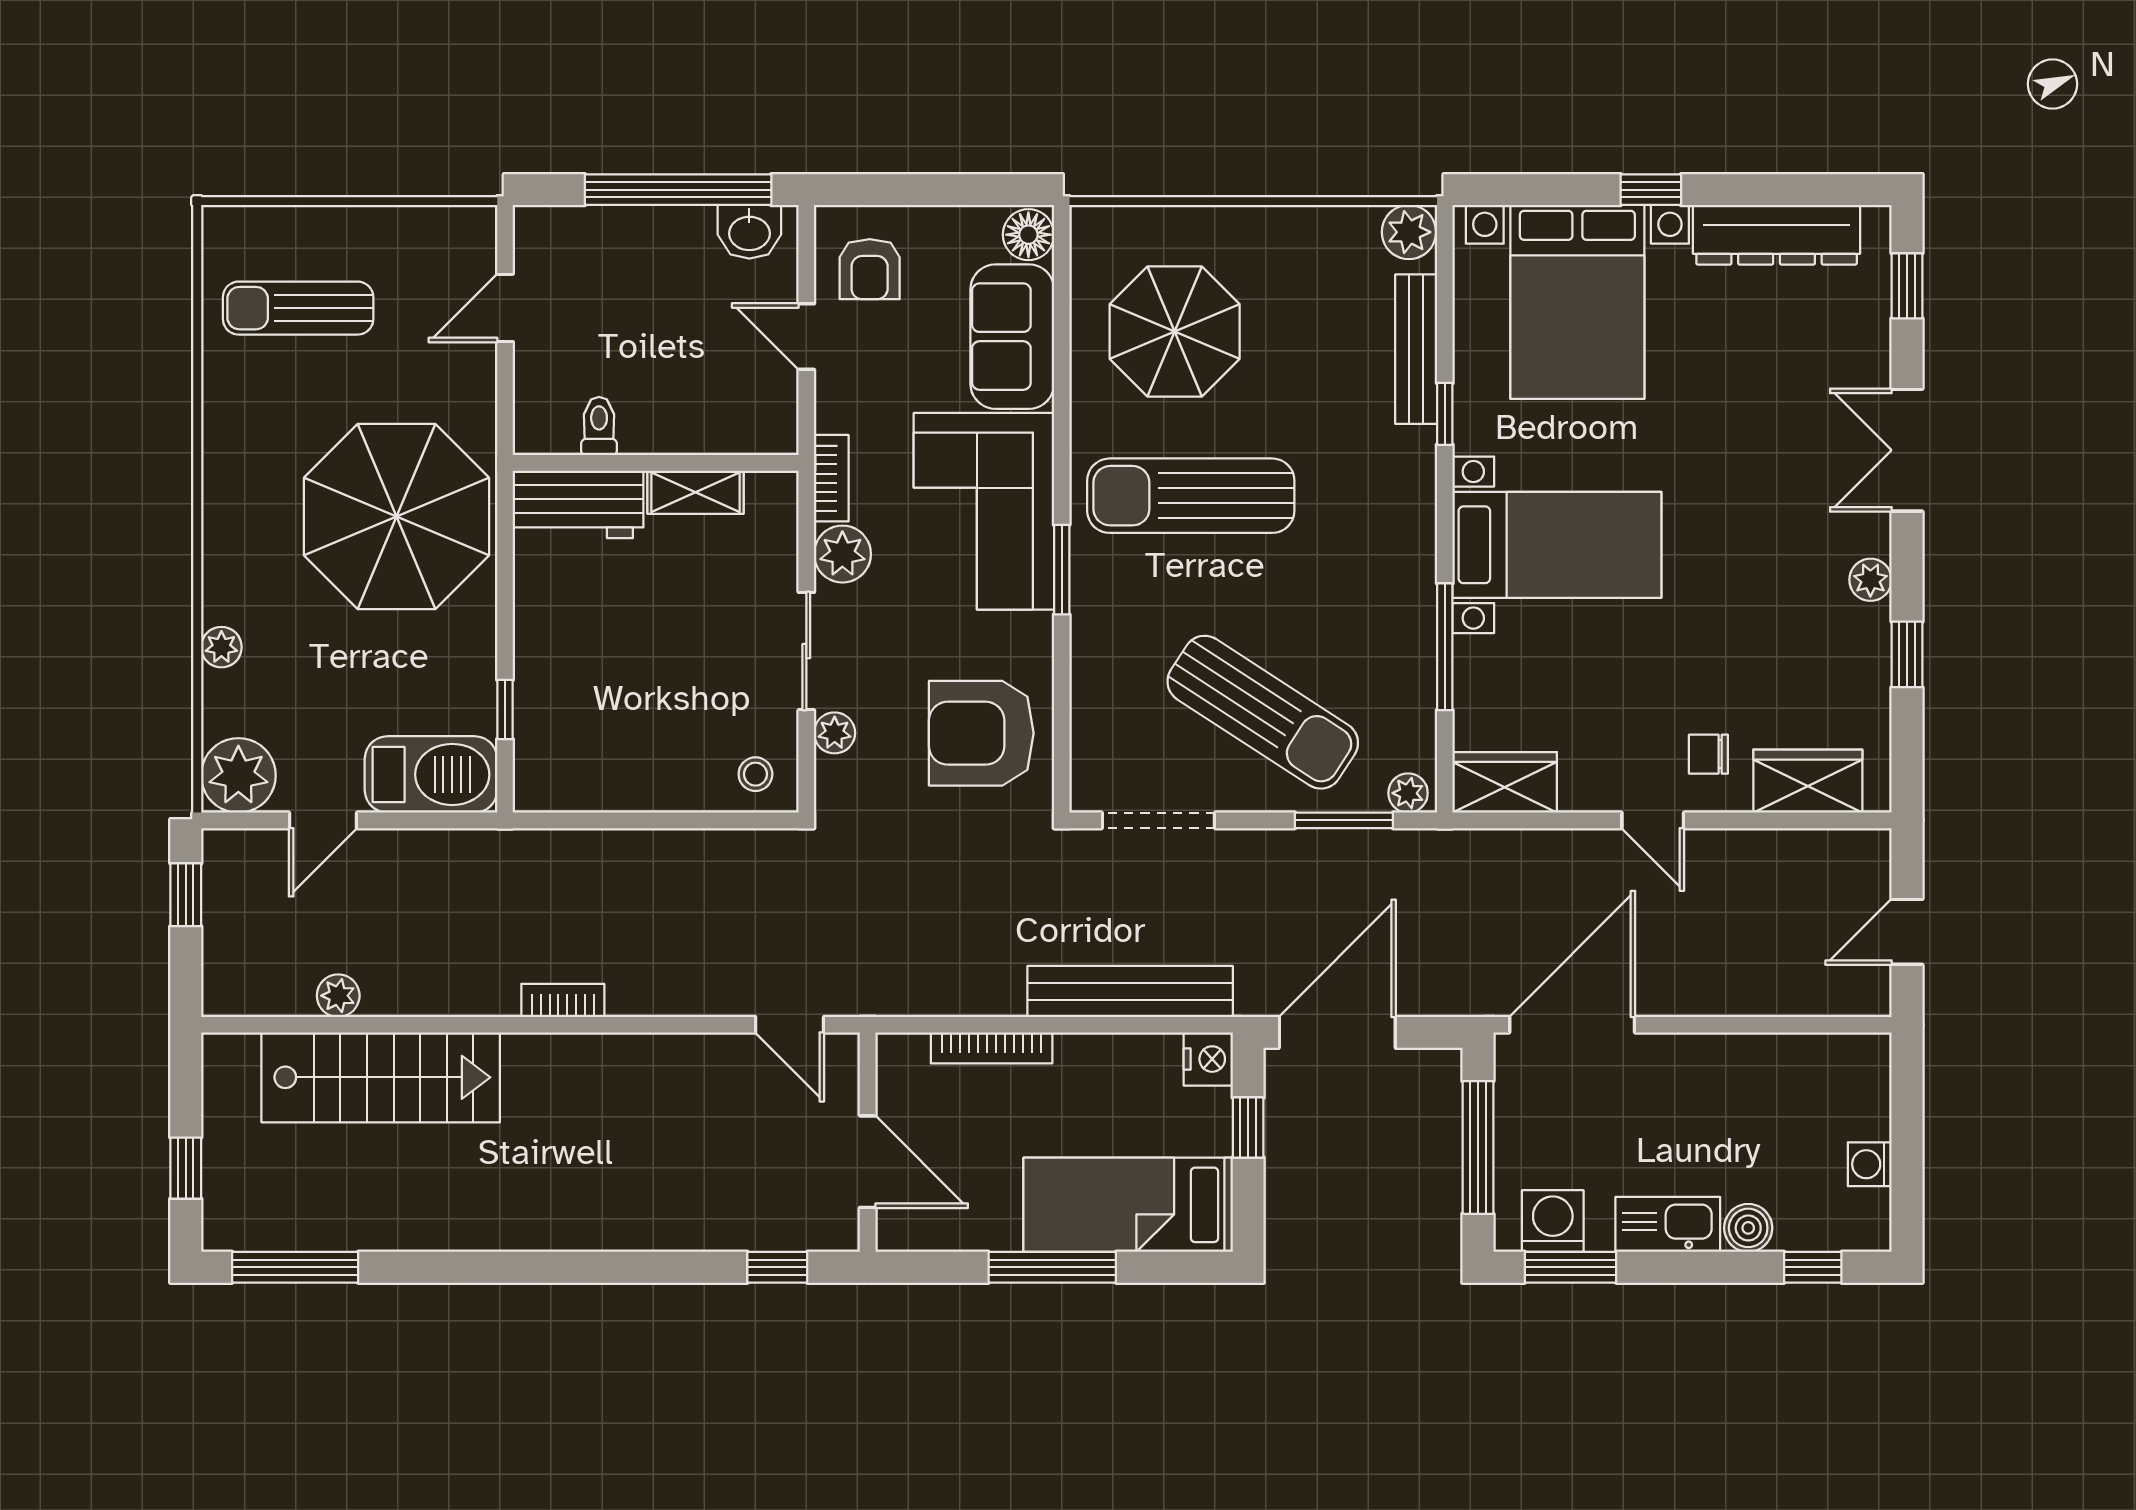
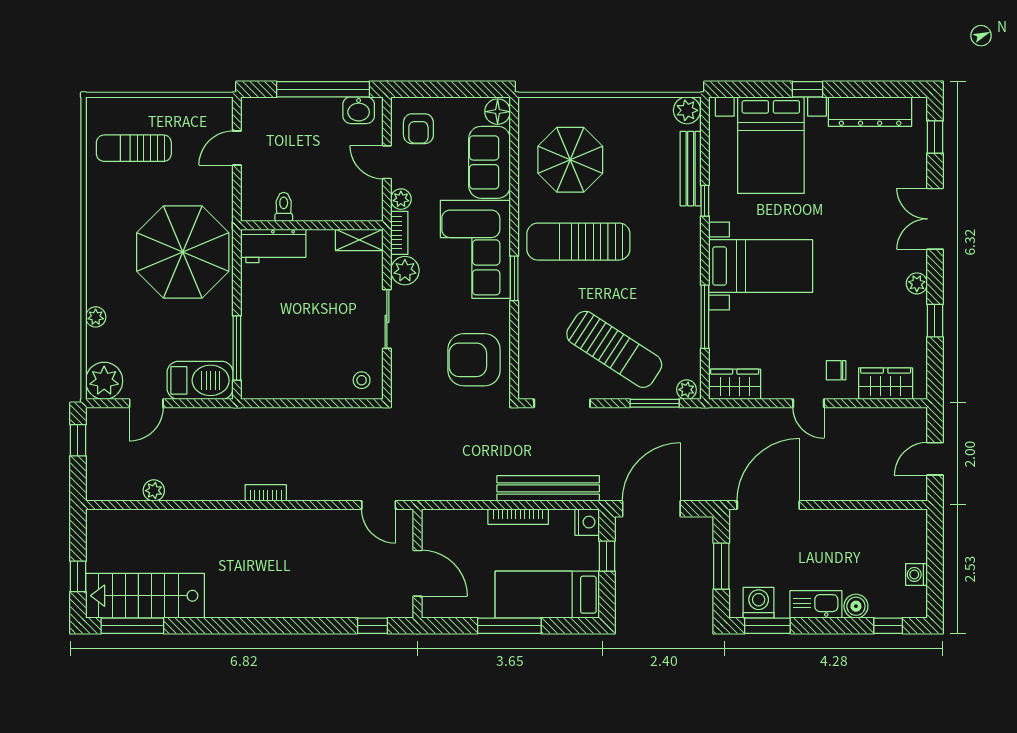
shelving: (696, 492) -> (359, 240), moved
window: (505, 710) -> (237, 348), width x2.17
plant: (835, 733) -> (401, 199), moved
bookcase: (992, 1048) -> (518, 517), moved
stairs: (381, 1077) -> (145, 596), moved, turned 180
window: (1478, 1147) -> (721, 566), width x0.69

